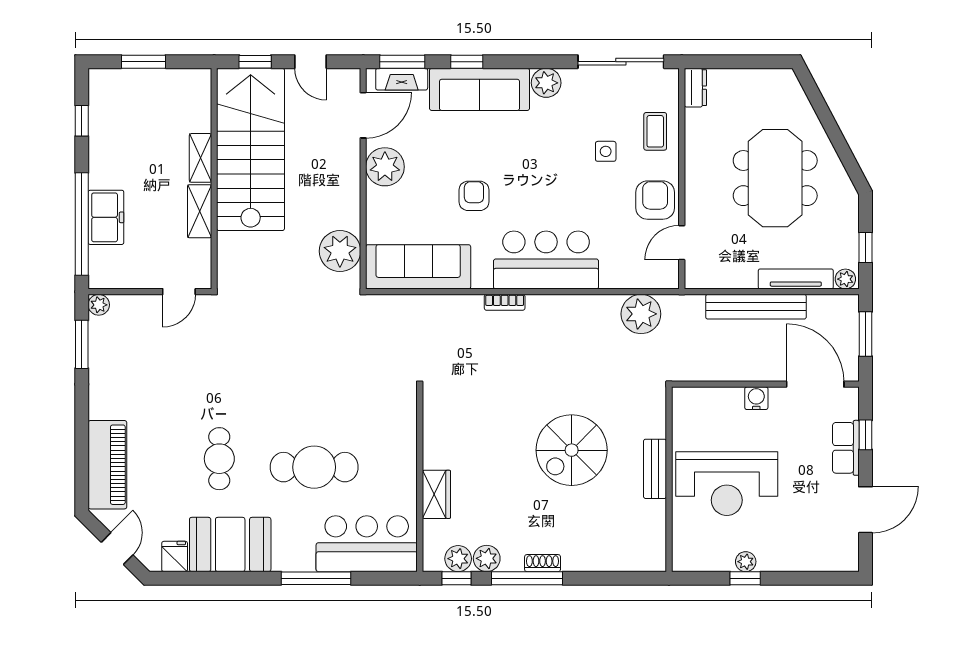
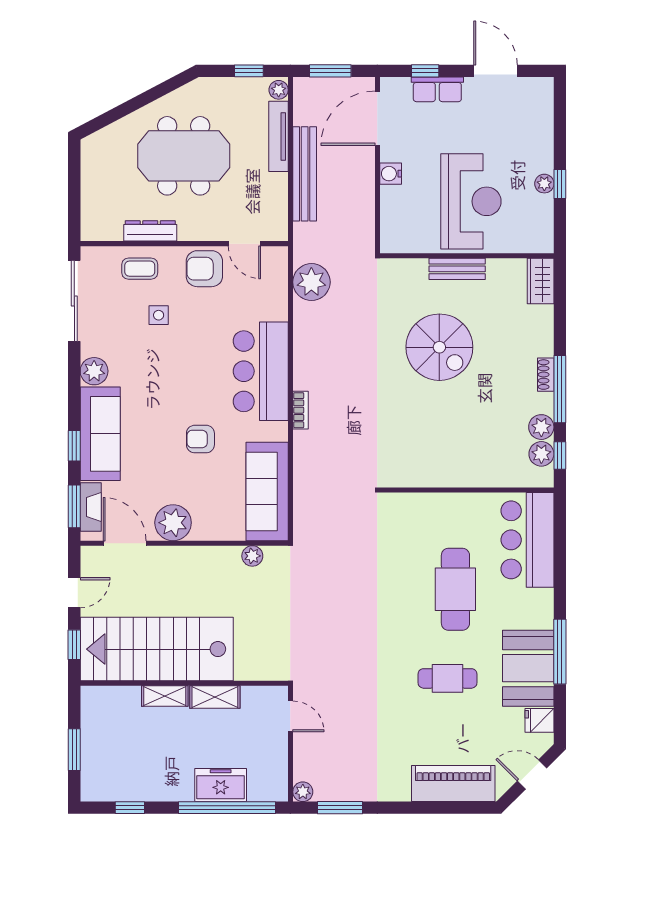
dresser: (695, 88) -> (150, 231), moved, width x1.44
plant: (340, 251) -> (252, 556), width x0.53, depth x0.53
wardrobe: (436, 494) -> (541, 281), moved, turned -90
window: (316, 578) -> (560, 652), moved

